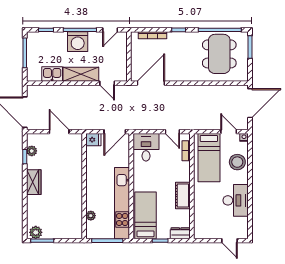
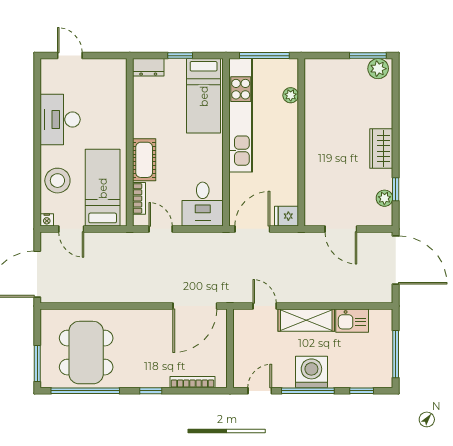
cot: (183, 196) -> (144, 160), moved

